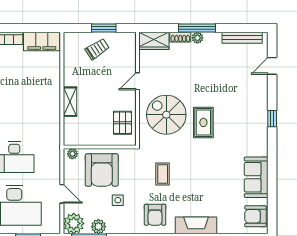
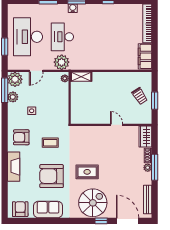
door: (272, 66) -> (128, 221), width x1.87
shelving: (70, 102) -> (81, 77), moved
spiral stairs: (166, 115) -> (93, 203), moved
window: (272, 119) -> (101, 221), moved
pallet: (122, 123) -> (87, 114), removed
plant: (50, 158) -> (62, 62), added
armchair: (102, 170) -> (52, 176), moved

